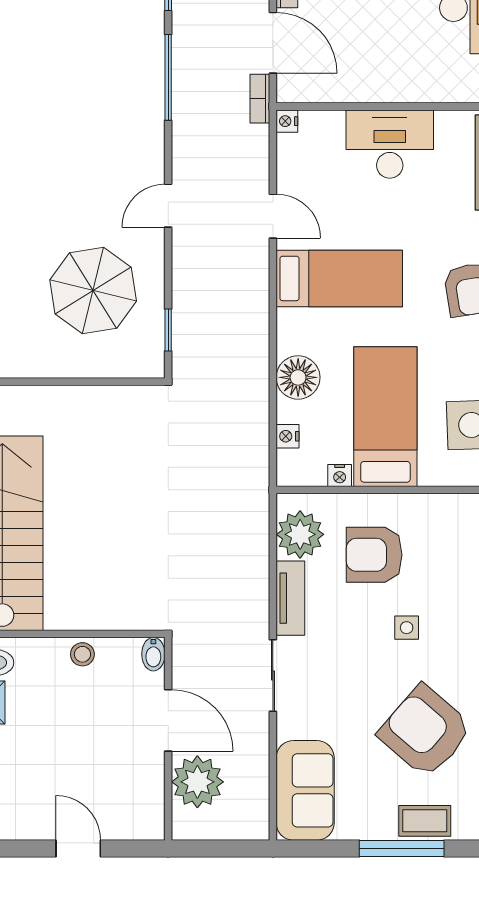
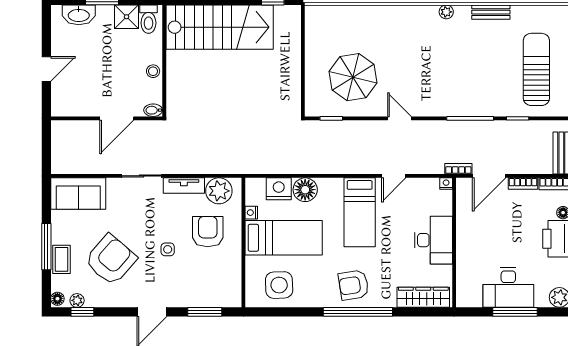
nightstand: (288, 436) -> (279, 189), width x1.89, depth x1.79
plant: (197, 782) -> (83, 134), removed

